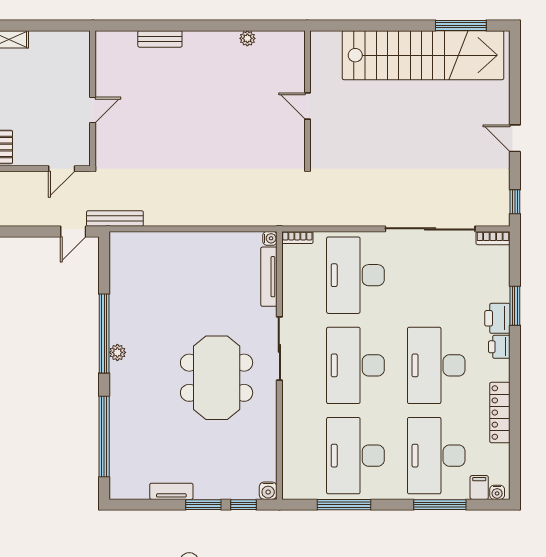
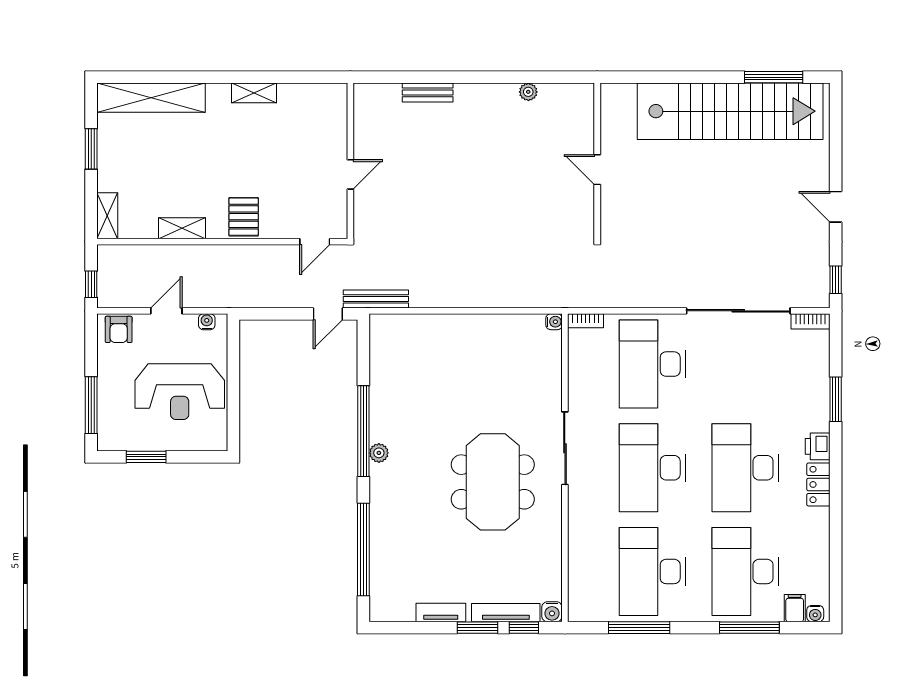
tv unit: (269, 277) -> (506, 613), moved, turned 90
printer: (497, 318) -> (815, 414), removed
locker: (500, 413) -> (818, 484), moved, width x0.66

